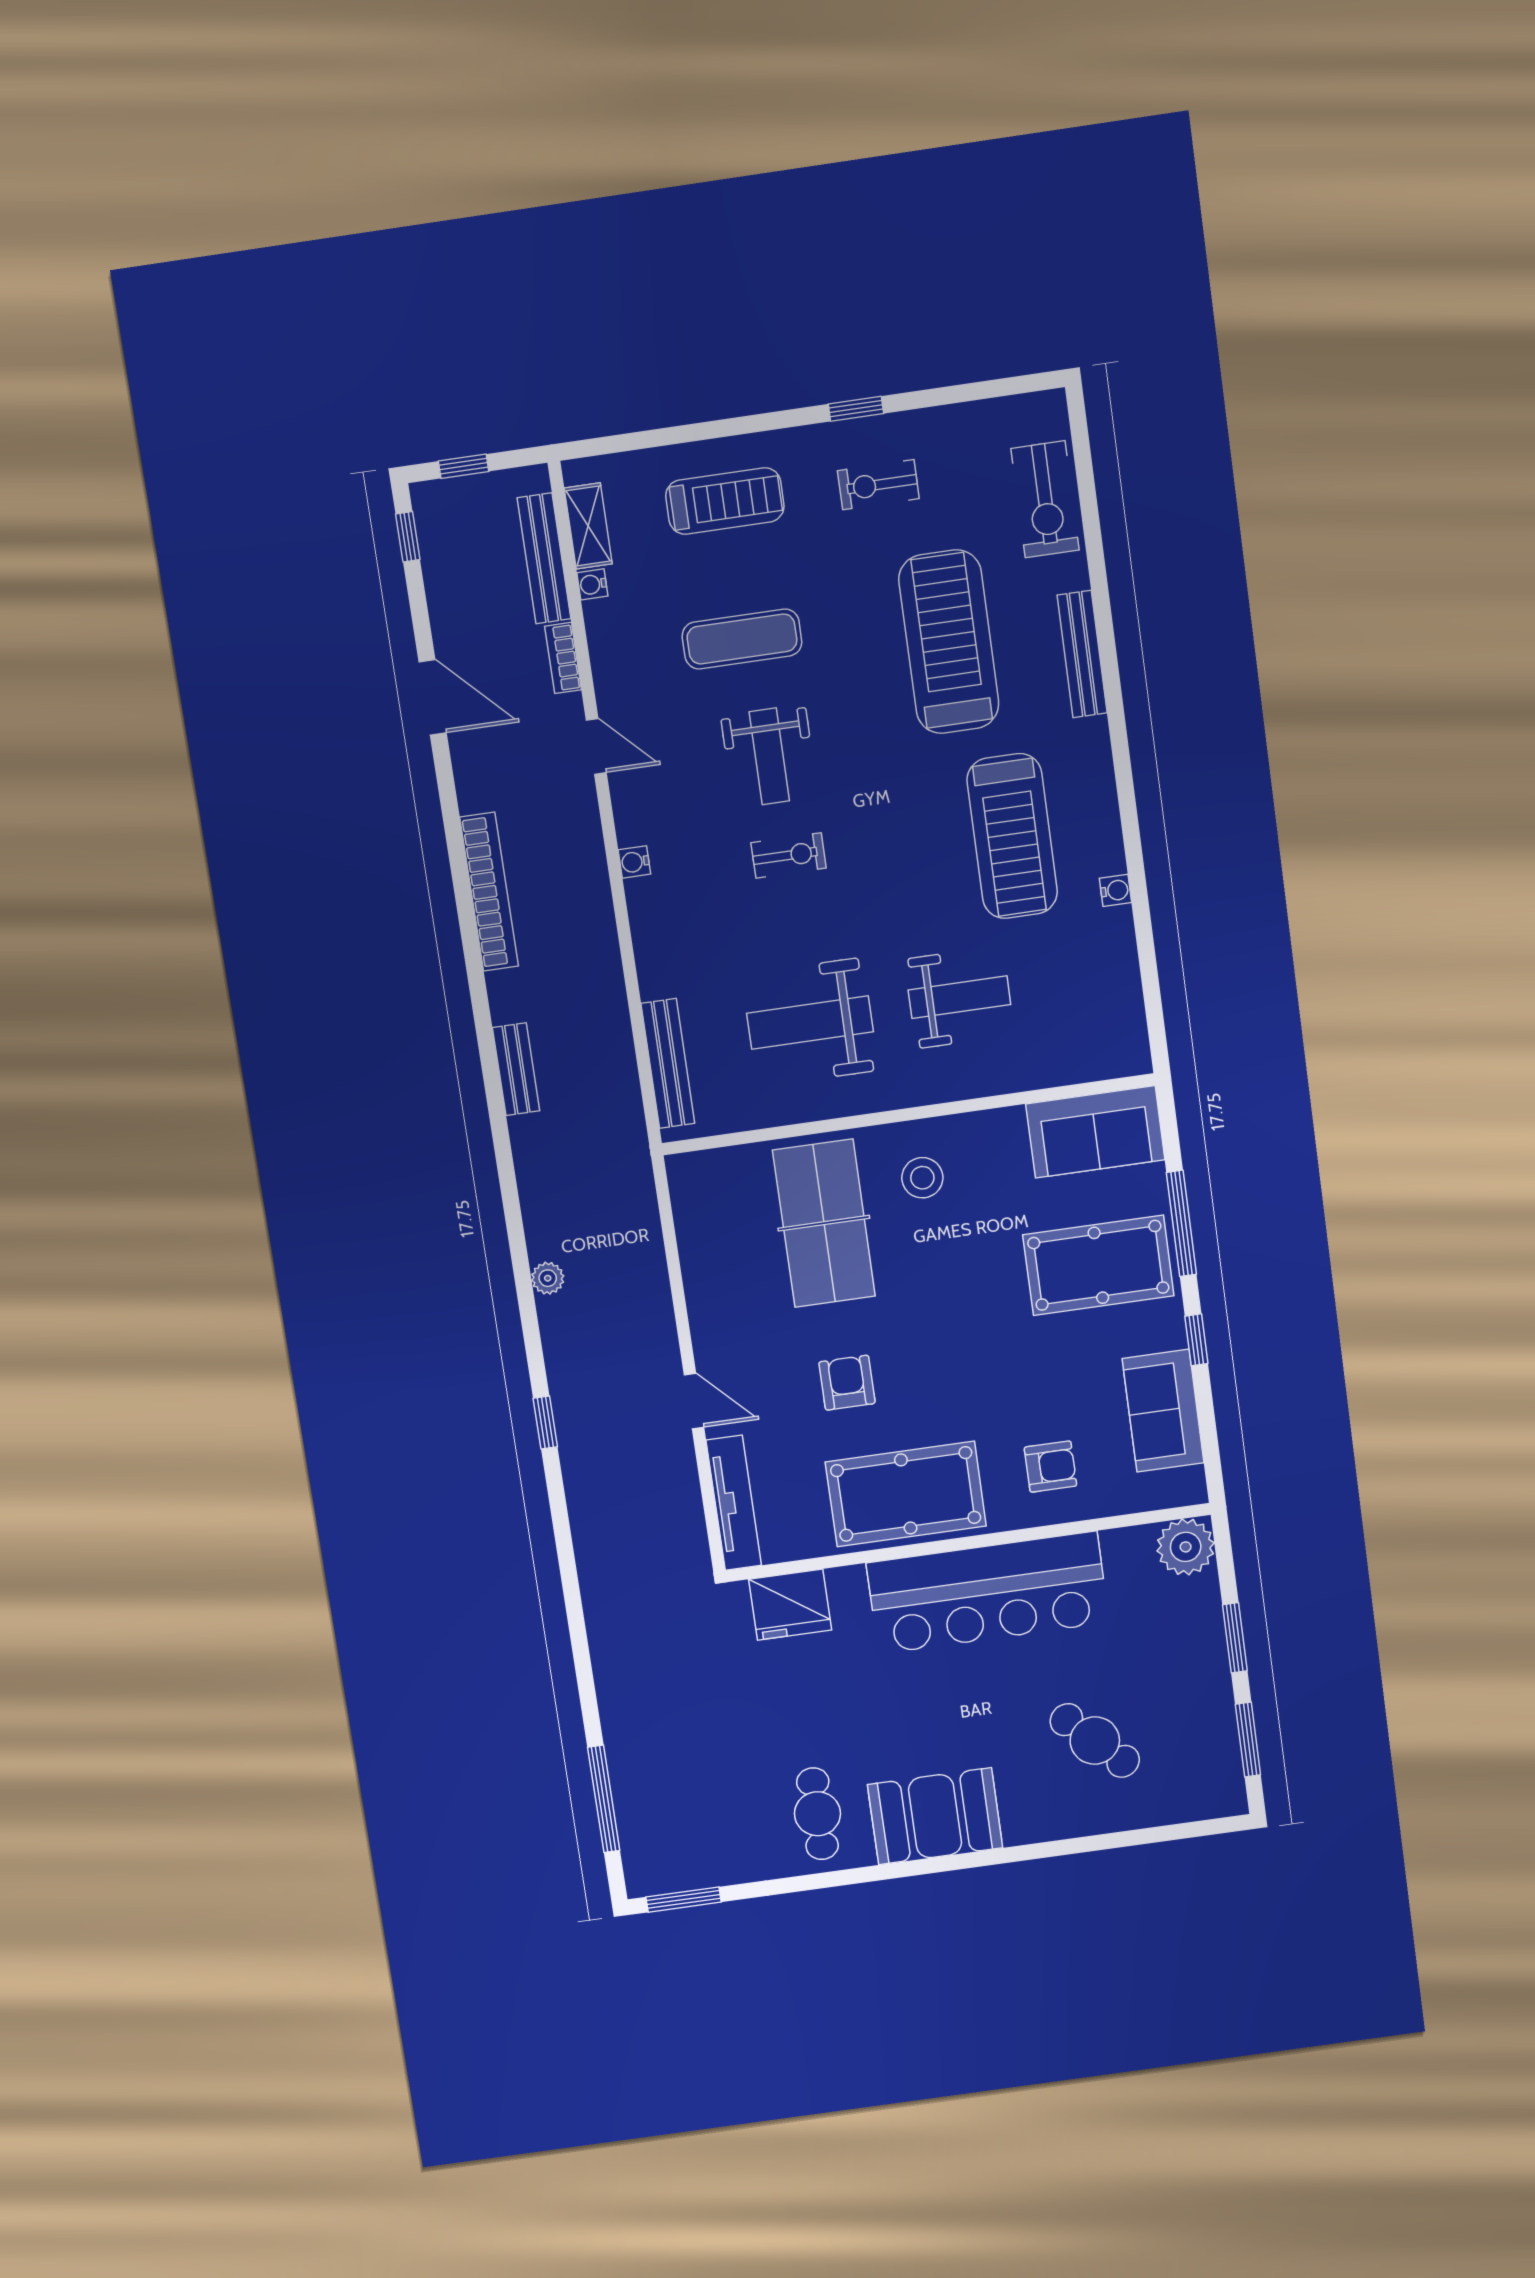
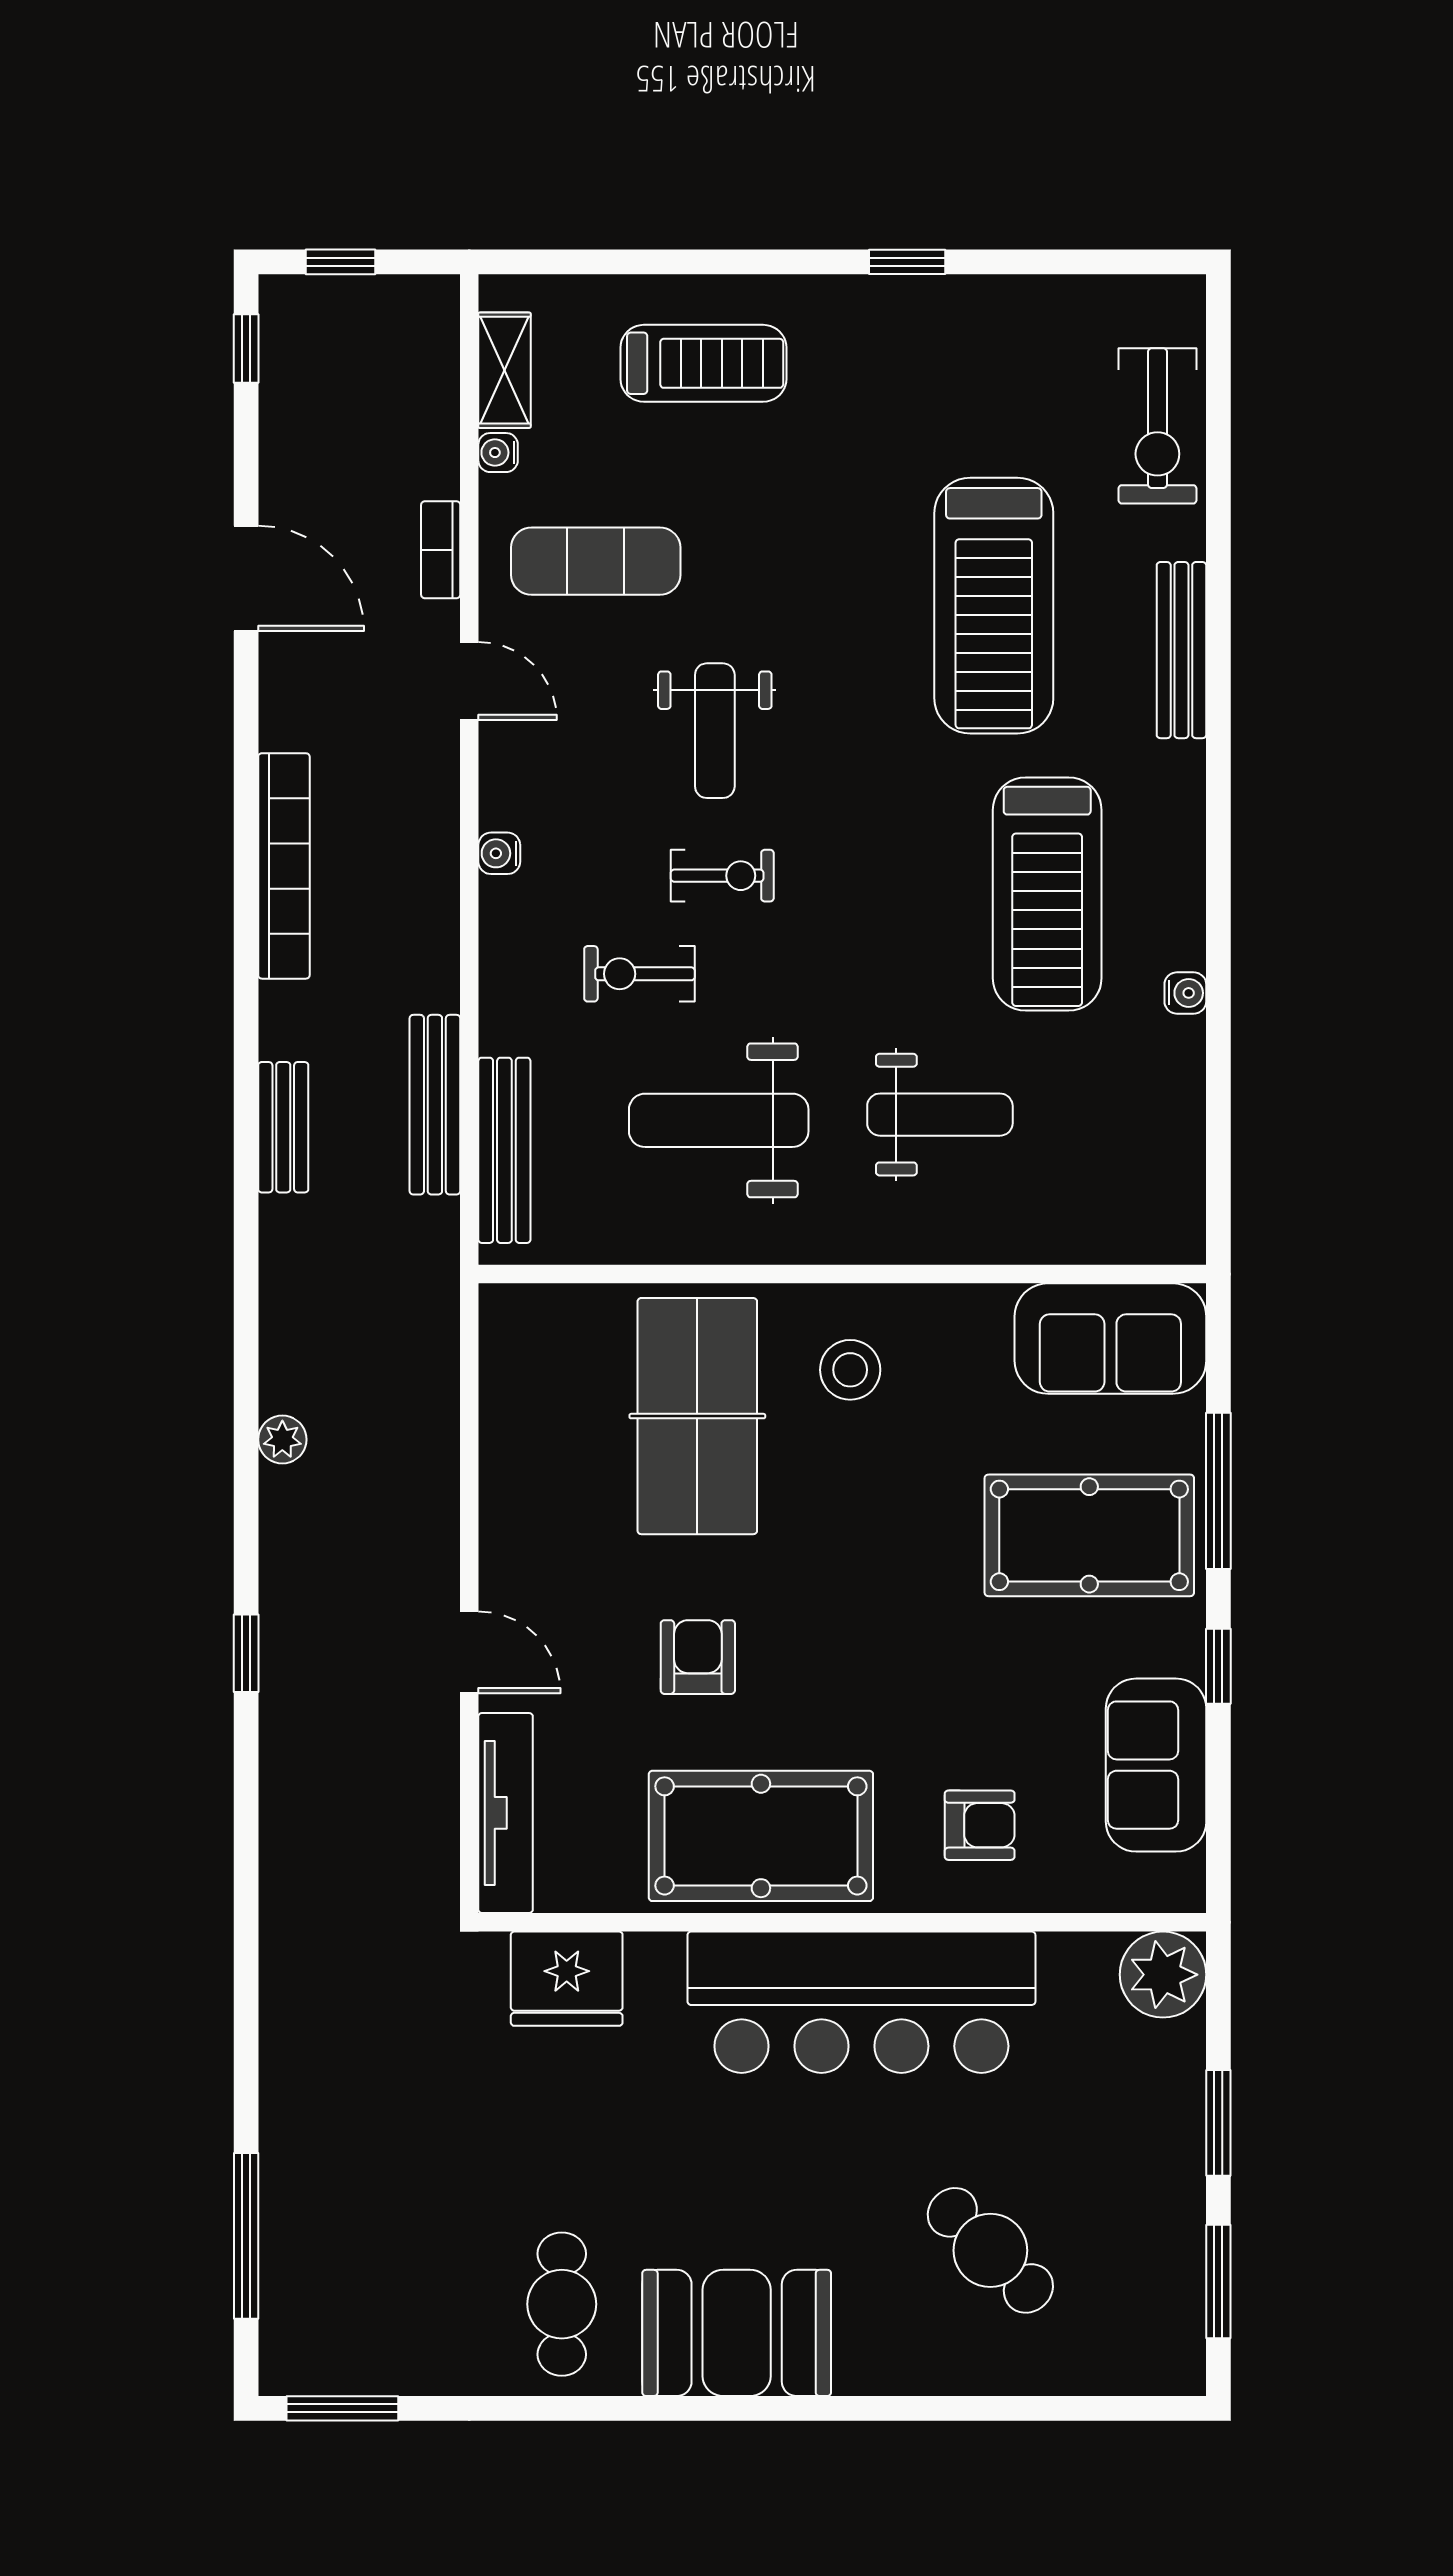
exercise bike: (878, 485) -> (639, 974), moved
bench: (544, 558) -> (435, 1105), moved
exercise mat: (742, 639) -> (596, 561), moved
treadmill: (949, 642) -> (994, 606), turned 180

